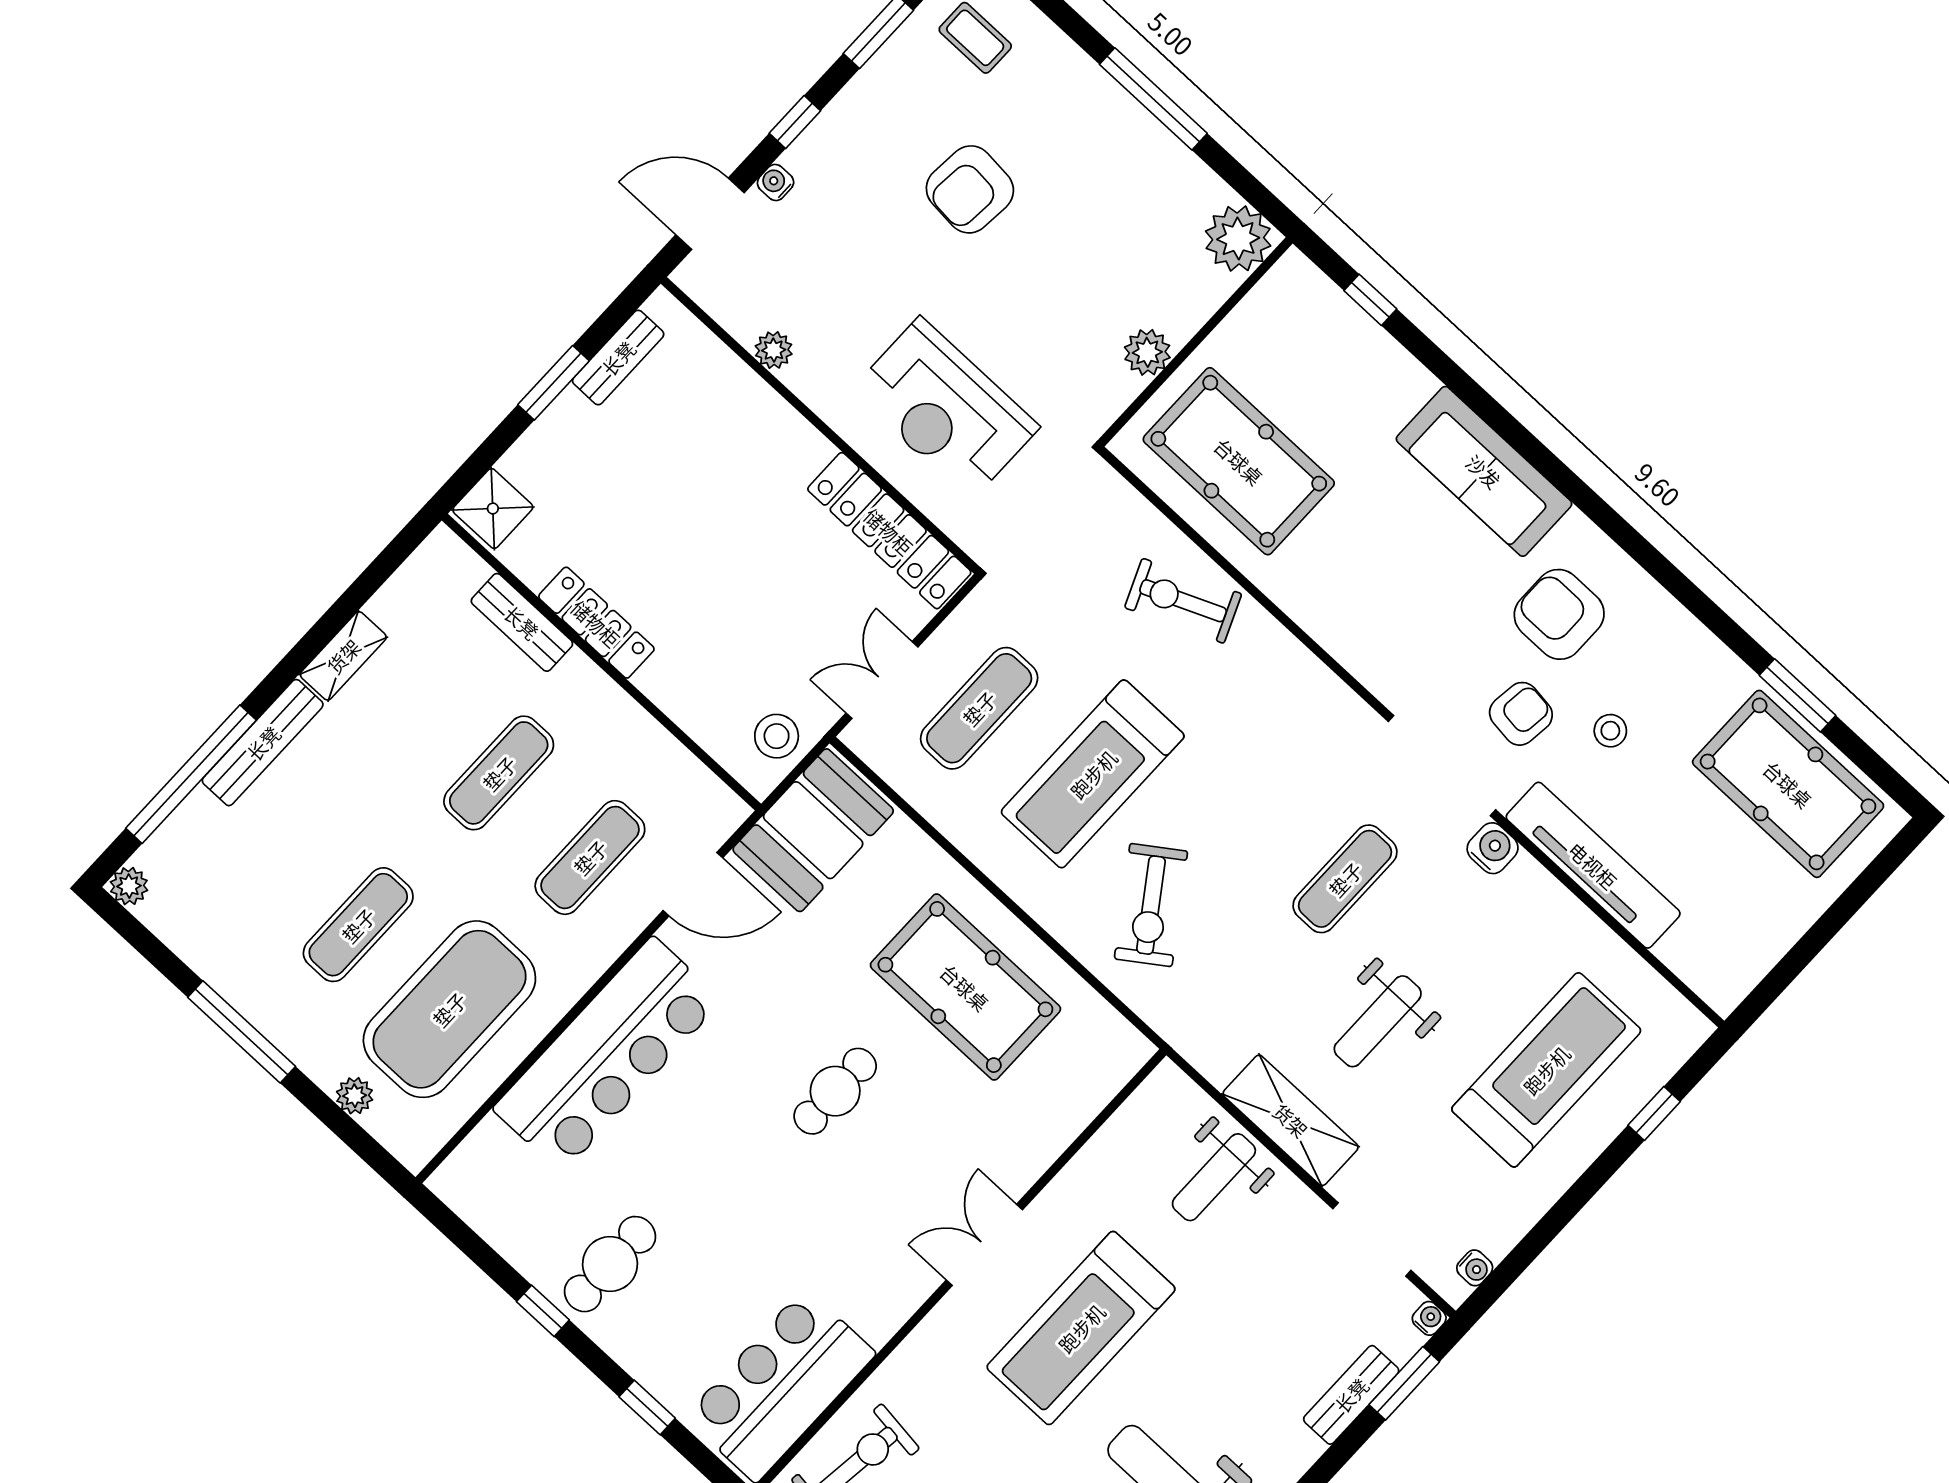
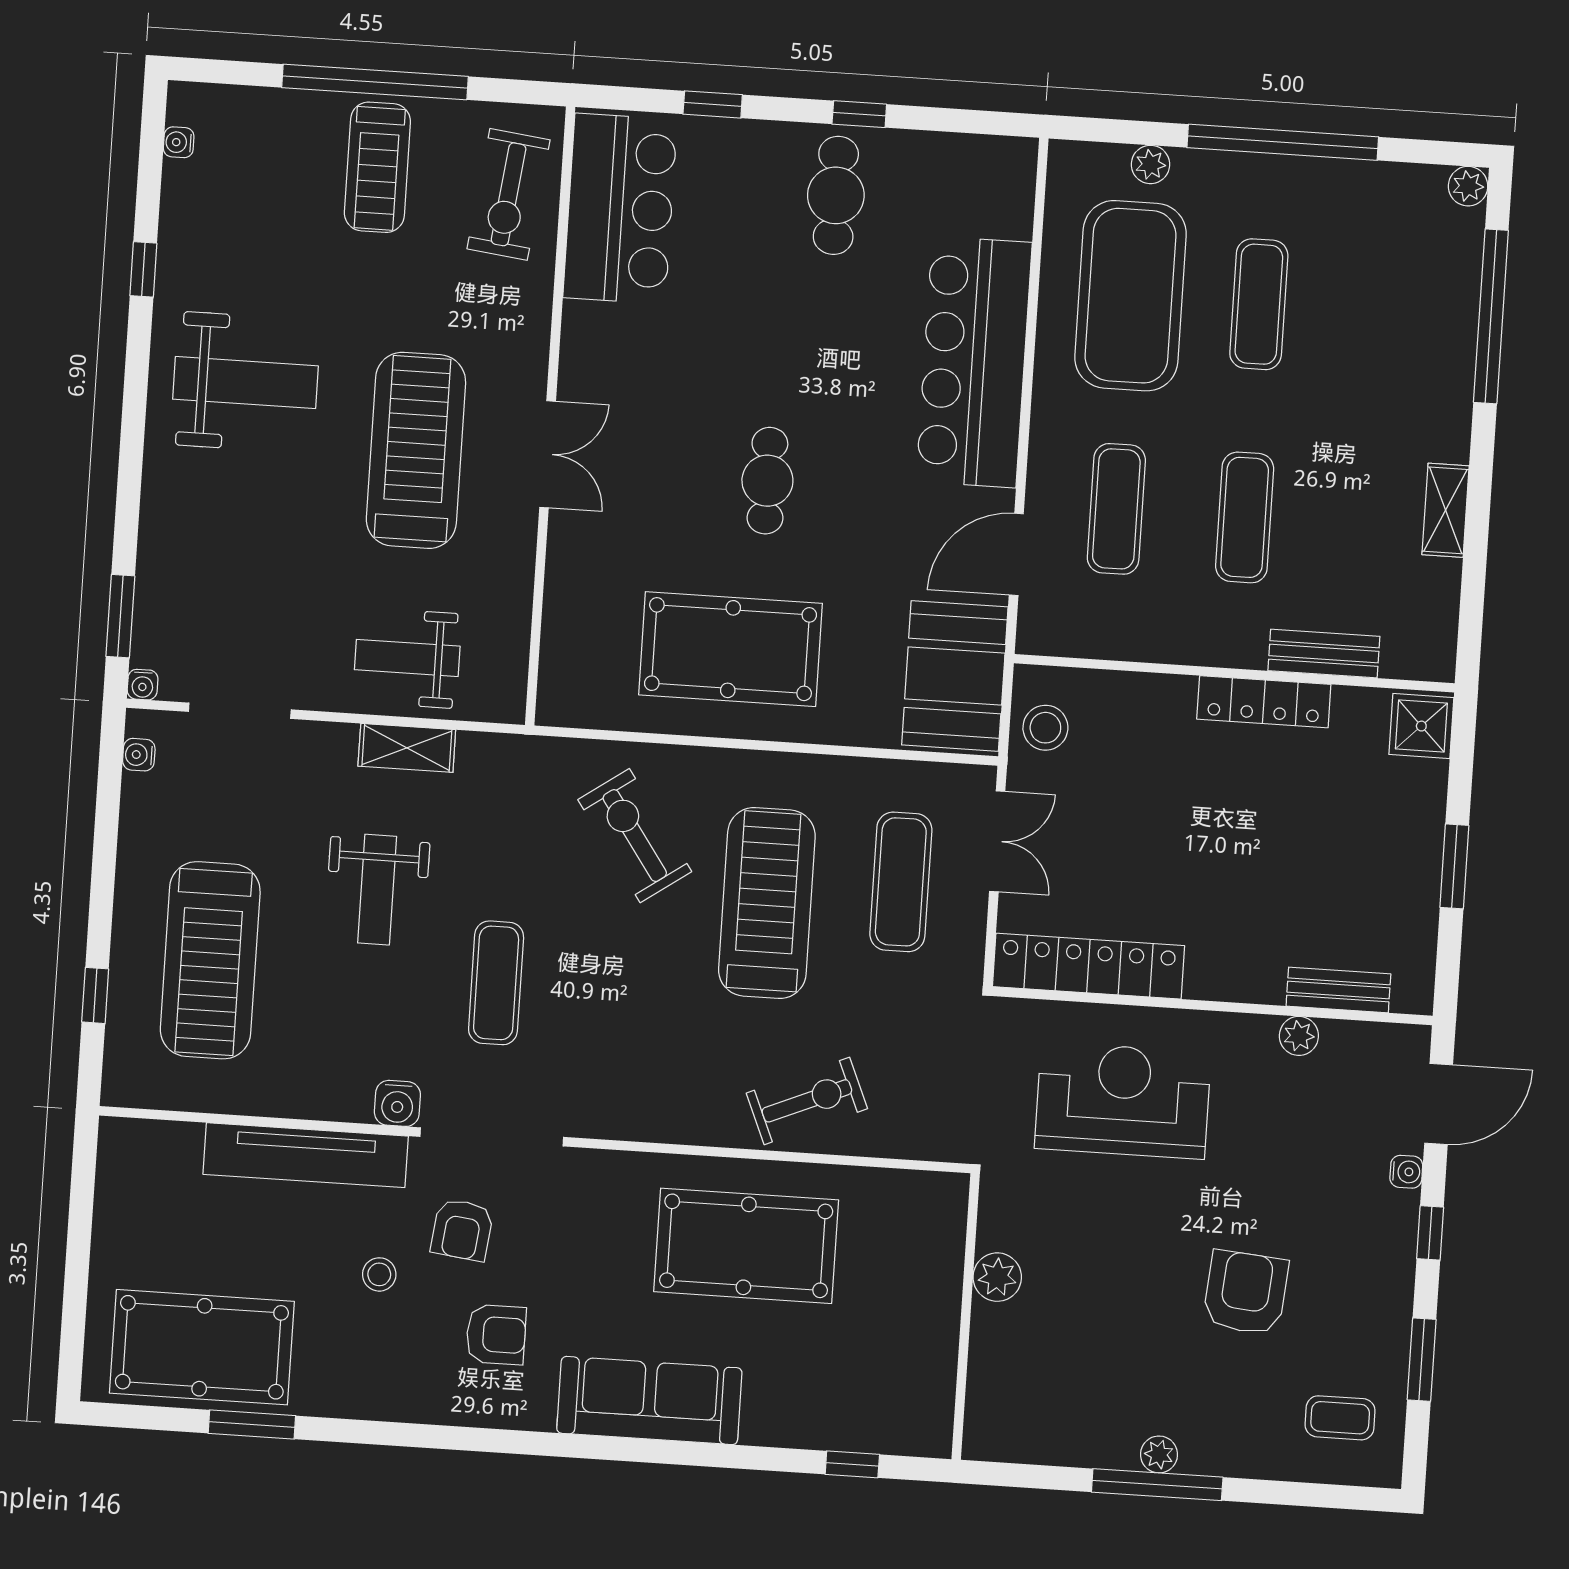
plant: (1238, 239) -> (1159, 1454), moved, width x0.53, depth x0.53
bench: (618, 358) -> (1338, 990), moved, turned 90
pool table: (1239, 461) -> (746, 1246), moved
armchair: (1559, 614) -> (496, 1335), width x0.72, depth x0.72
bench: (263, 743) -> (1454, 388), removed
weight bench: (1378, 1021) -> (377, 890), turned 180
window: (242, 1032) -> (1283, 142), width x1.46
shelving: (1291, 1120) -> (407, 748), width x0.67, depth x0.75
weight bench: (1214, 1177) -> (407, 658), turned -90
bench: (1351, 1395) -> (155, 572), removed

